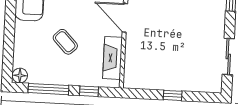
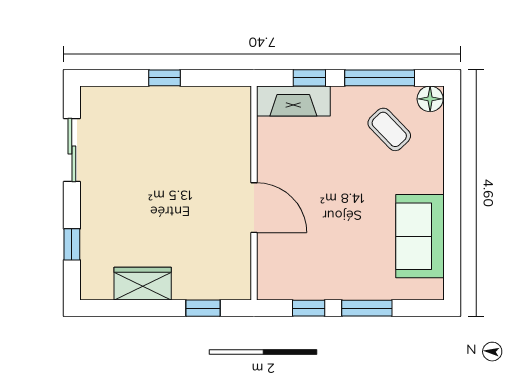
coffee table: (65, 42) -> (389, 129), moved
fireplace: (112, 58) -> (293, 101), moved, turned 90

